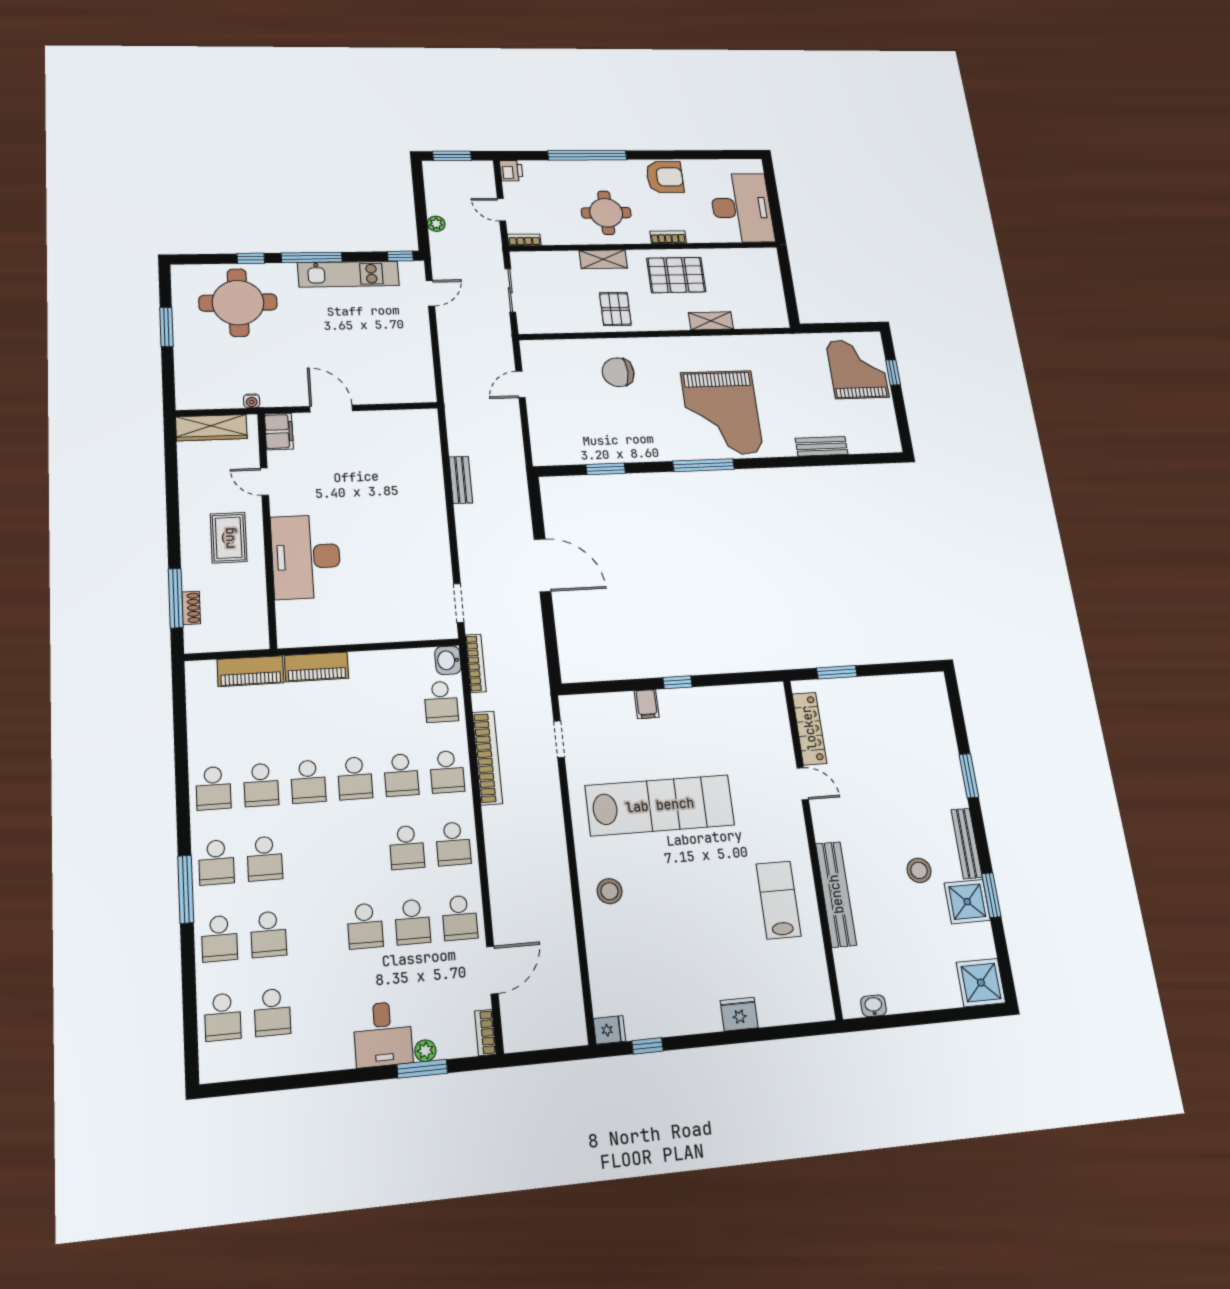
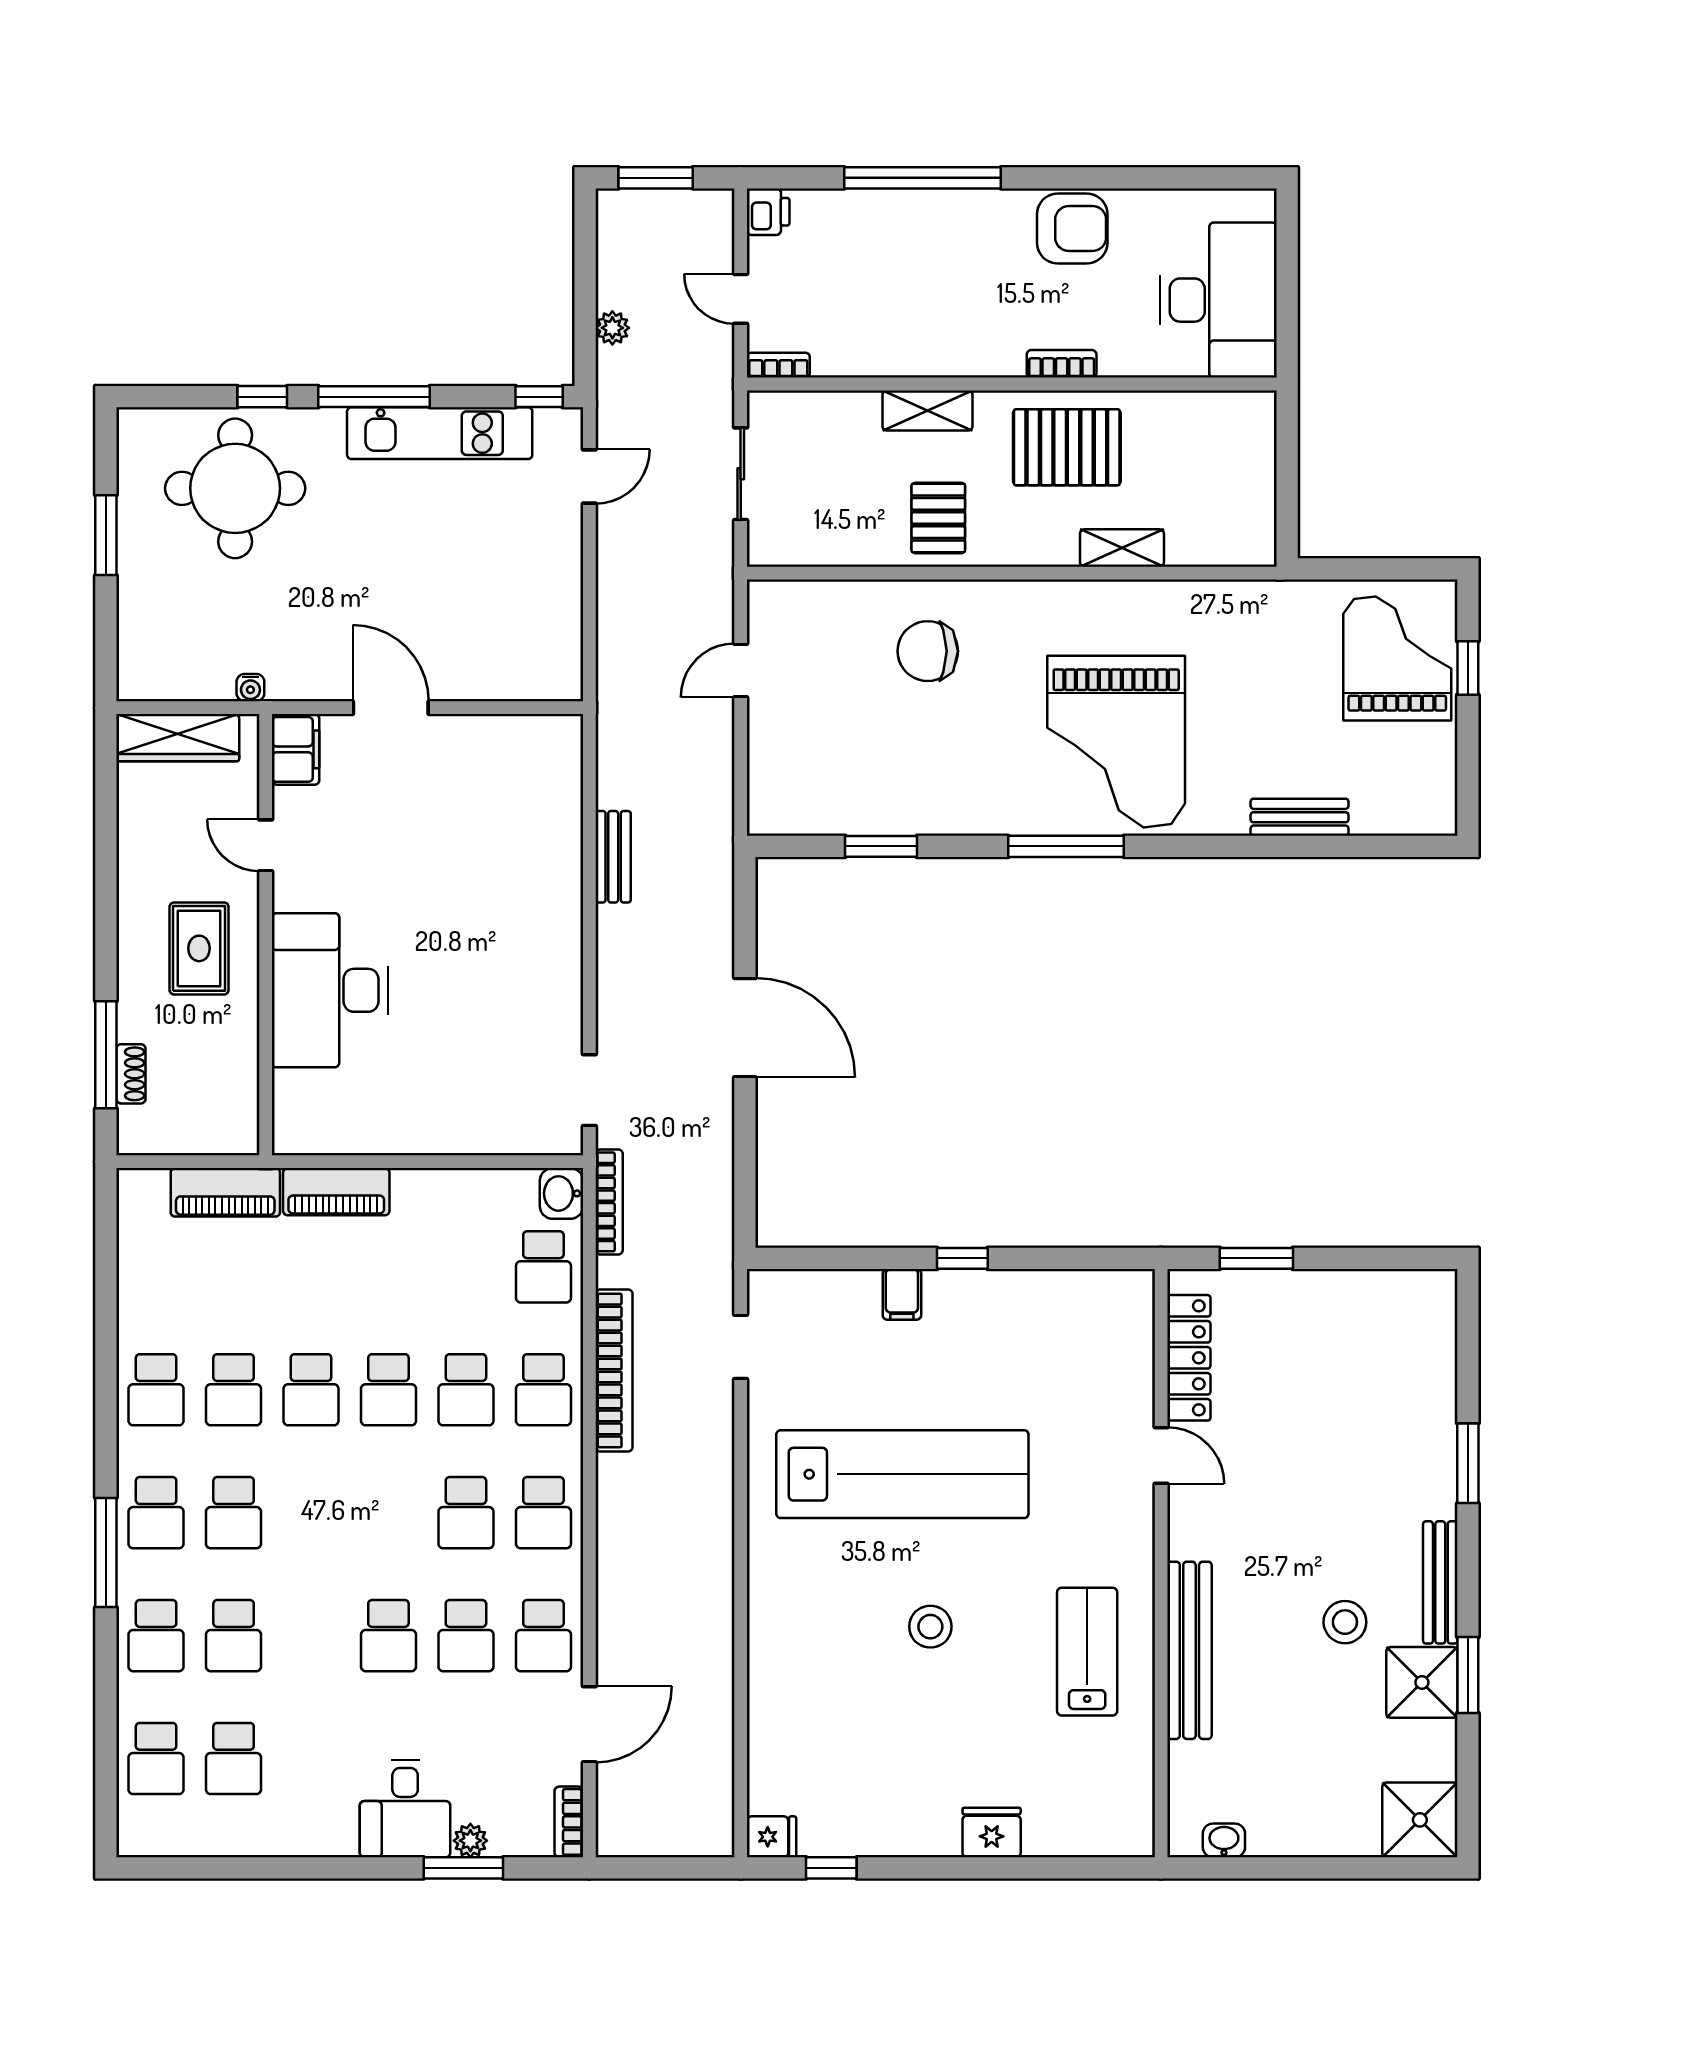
round table: (606, 213) -> (945, 308), removed
stool: (610, 891) -> (930, 1627), moved

